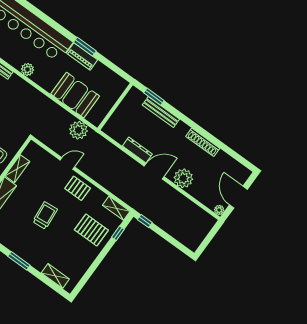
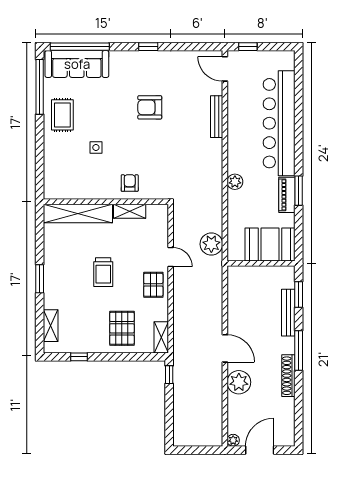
plant: (27, 69) -> (235, 182), moved
booth: (75, 95) -> (270, 245), moved, turned 90
window: (191, 123) -> (299, 351), added
dresser: (137, 150) -> (234, 316), removed
trolley: (45, 215) -> (103, 272), turned 95
window: (118, 233) -> (79, 357), moved

